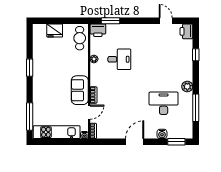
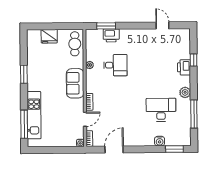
printer: (98, 30) -> (111, 35), moved
printer: (186, 31) -> (184, 67), moved
sofa: (80, 90) -> (75, 83), moved
kitchen unit: (57, 132) -> (34, 115), moved, turned 90
door: (135, 142) -> (114, 149), moved

